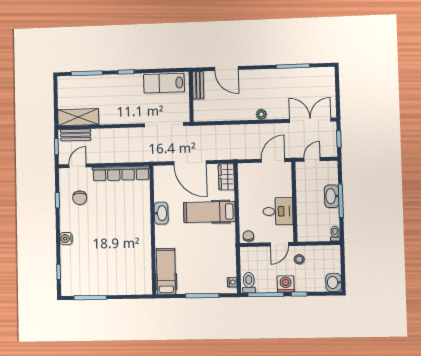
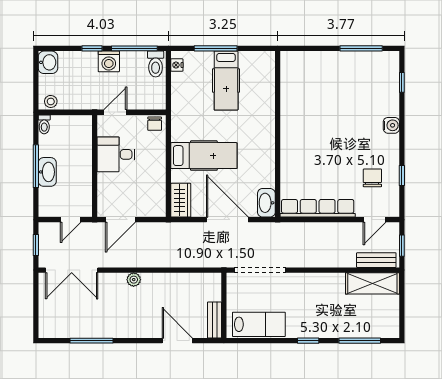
washbasin: (161, 213) -> (266, 203), moved
stool: (299, 259) -> (51, 101), moved
hospital bed: (166, 271) -> (226, 81), moved

